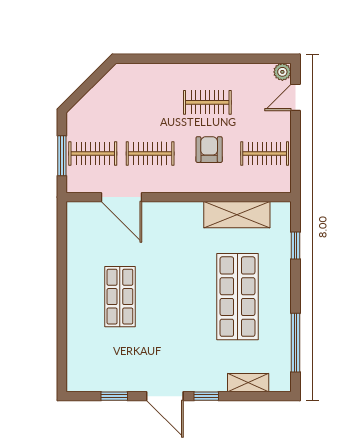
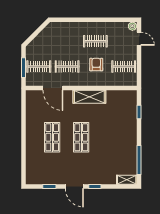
door: (295, 97) -> (139, 39), swing flipped
shelving: (237, 215) -> (89, 97), moved
shop shelf: (238, 297) -> (81, 137), moved, width x0.70, depth x0.74
shelving: (248, 383) -> (127, 180), moved

